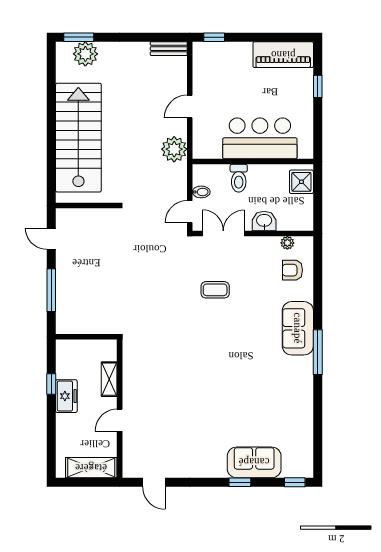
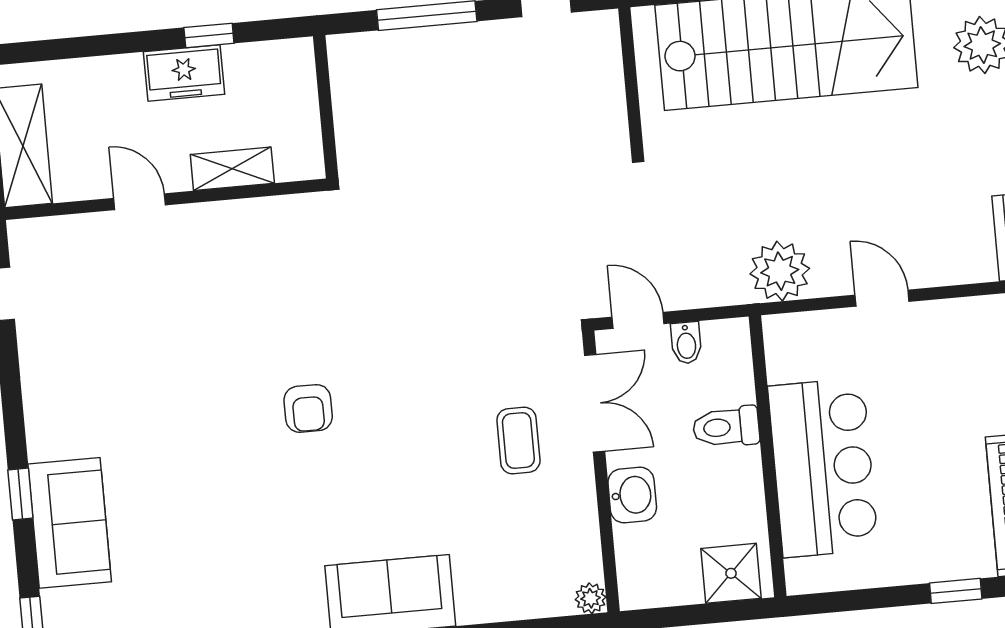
plant: (287, 243) -> (591, 598), moved
armchair: (292, 270) -> (308, 408), moved, turned 180
coffee table: (215, 290) -> (518, 441), moved

